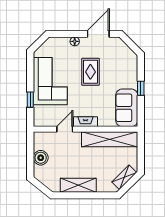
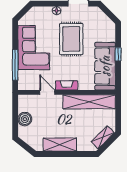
rug: (90, 72) -> (71, 39), width x1.36, depth x1.43
window: (30, 100) -> (15, 65), width x2.17
sofa: (127, 108) -> (105, 66), width x1.36
door: (65, 129) -> (47, 92), hinge flipped

